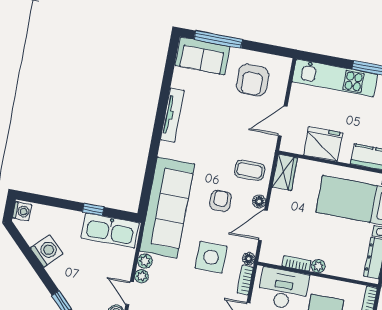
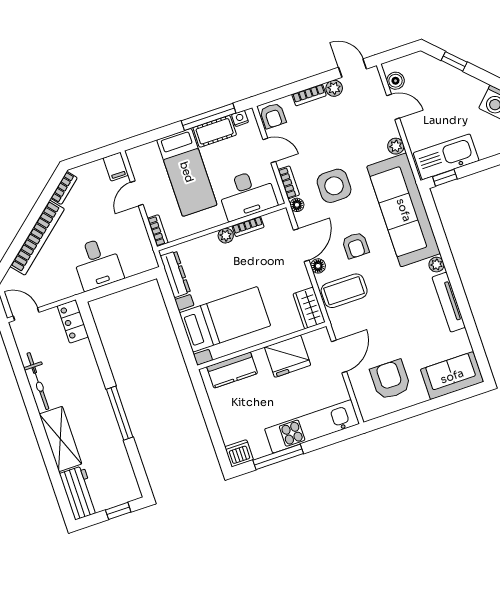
window: (218, 39) -> (446, 400), removed
coffee table: (250, 170) -> (344, 291), width x1.36, depth x1.30
window: (93, 209) -> (445, 178), moved
plant: (142, 276) -> (436, 265), moved

